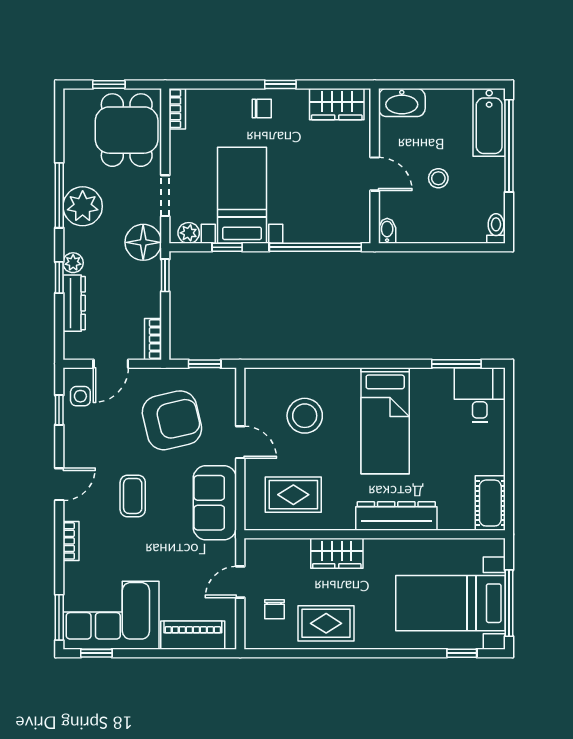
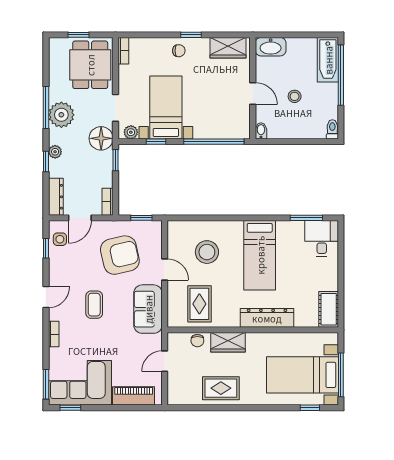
dresser: (74, 303) -> (56, 197), moved
rug: (293, 495) -> (199, 304), turned 90
chair: (274, 609) -> (197, 341), moved

